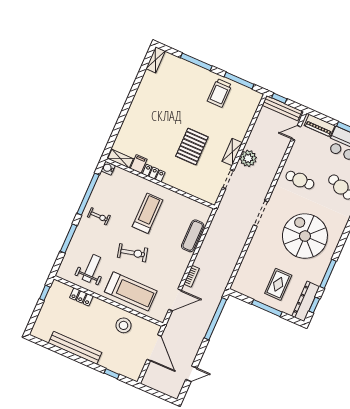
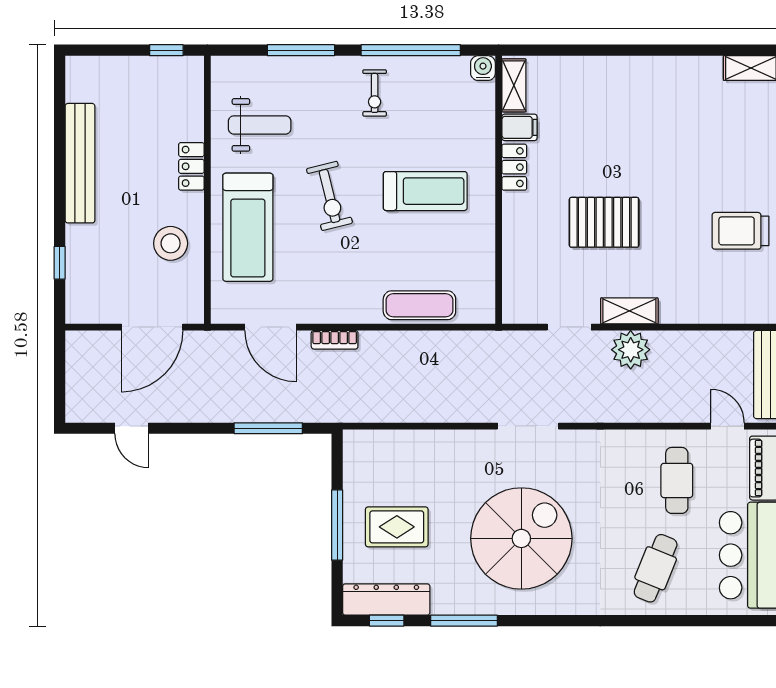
cafe table: (300, 180) -> (677, 480), moved
locker: (81, 297) -> (191, 166), moved
window: (216, 319) -> (268, 428), width x0.68

